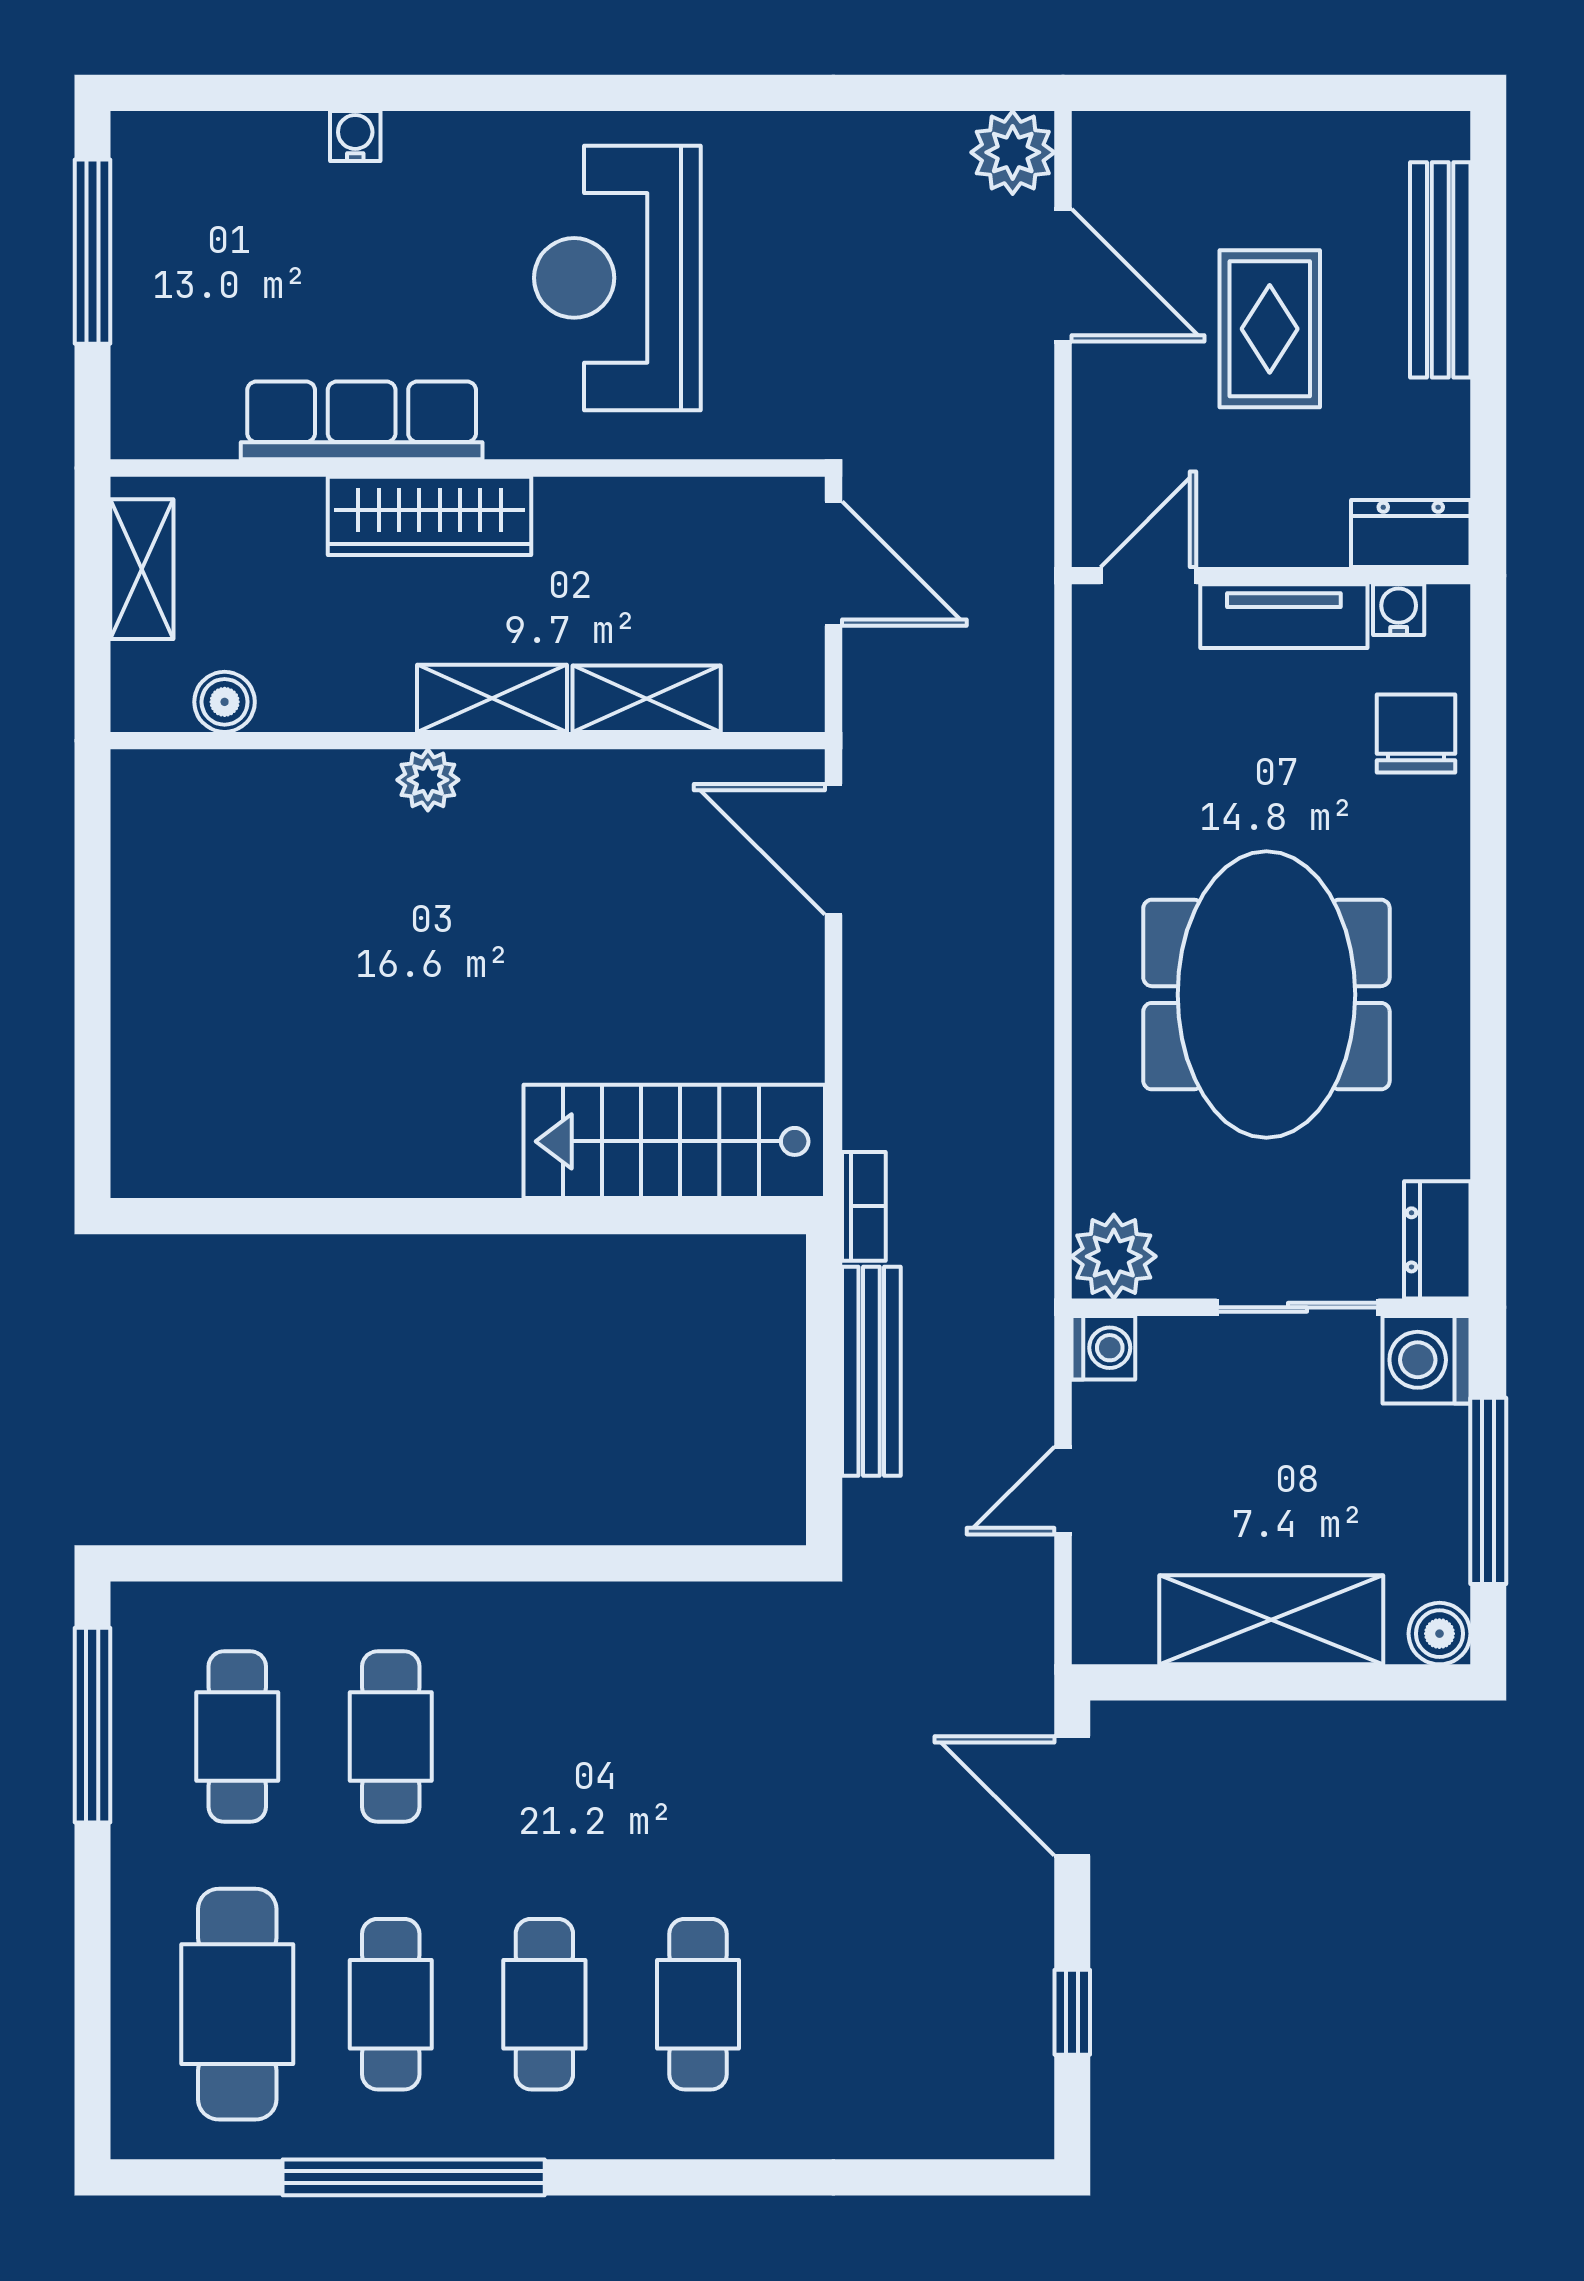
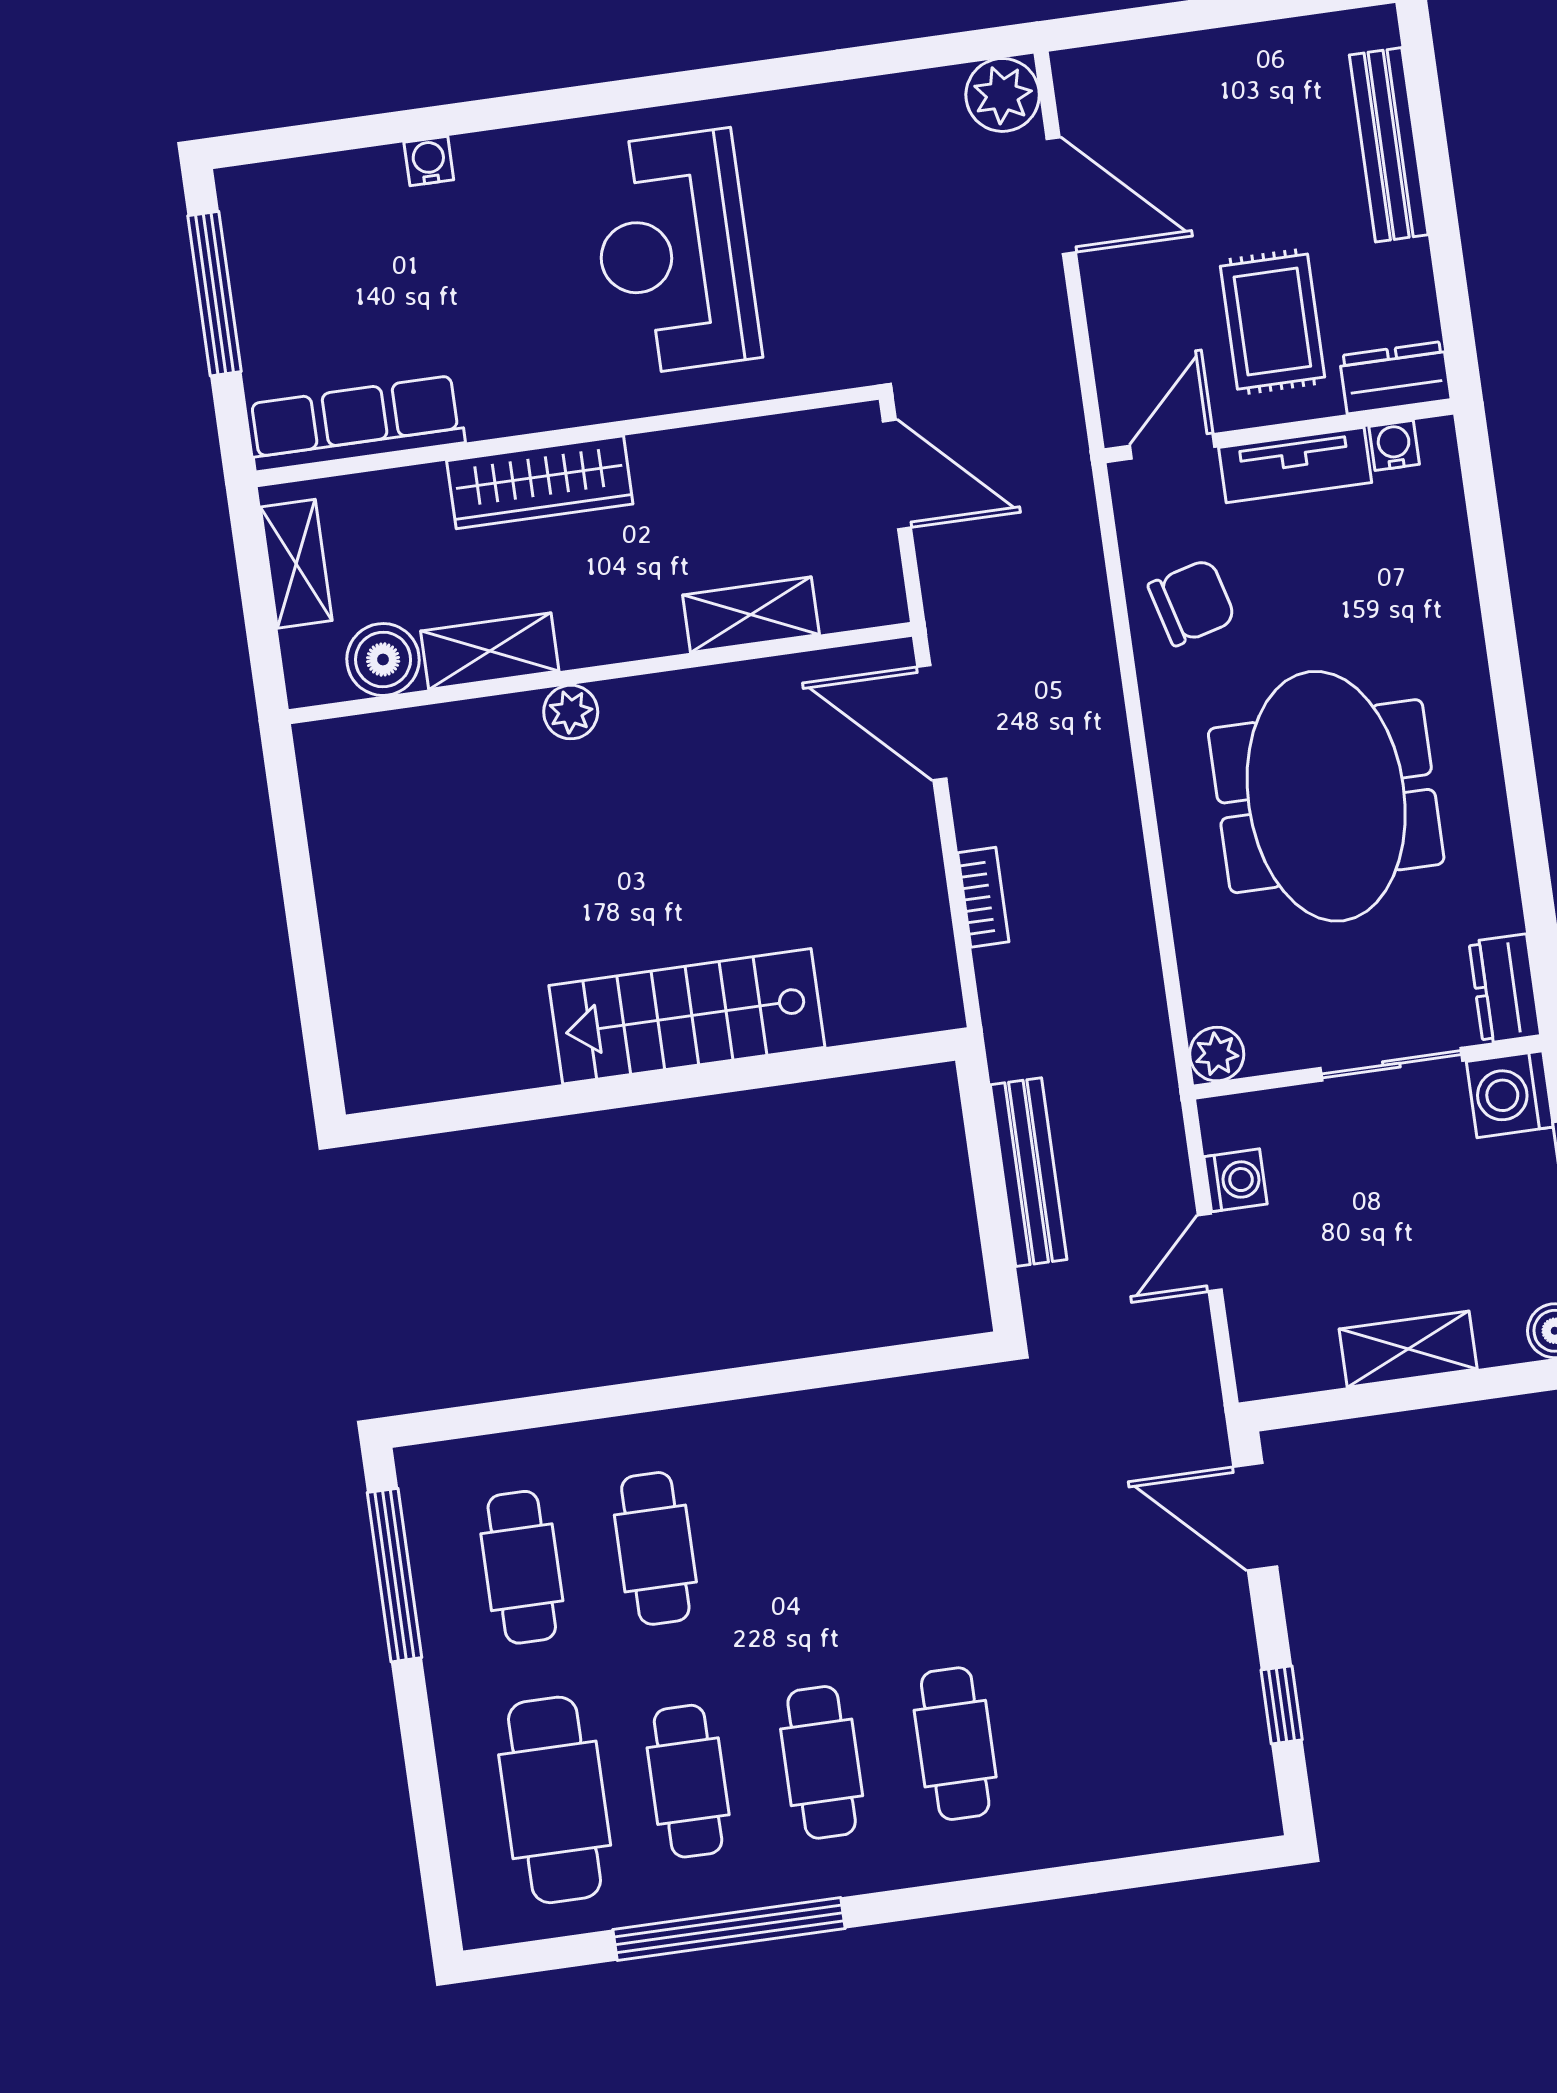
rug: (1270, 329) -> (1272, 322), moved
row of seats: (362, 420) -> (356, 423), moved
shelving: (492, 698) -> (490, 651), moved
boiler: (225, 702) -> (383, 660), width x1.36, depth x1.36
chair: (1416, 733) -> (1192, 602), moved, turned 75
stairs: (674, 1141) -> (687, 1016), moved
bookcase: (864, 1206) -> (983, 897), moved
plant: (1114, 1256) -> (1217, 1054), width x0.73, depth x0.73
washing machine: (1103, 1348) -> (1235, 1180), moved
shelving: (1271, 1620) -> (1408, 1349), width x0.67, depth x0.75

